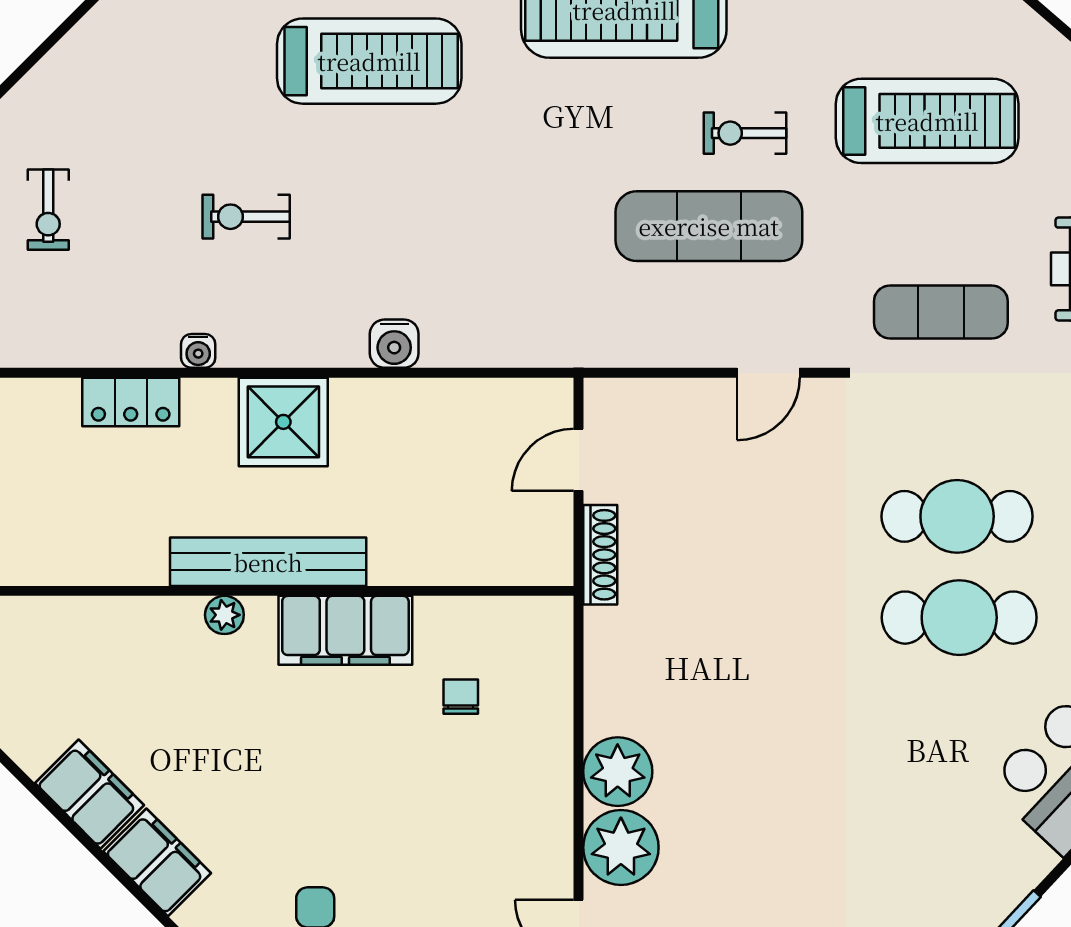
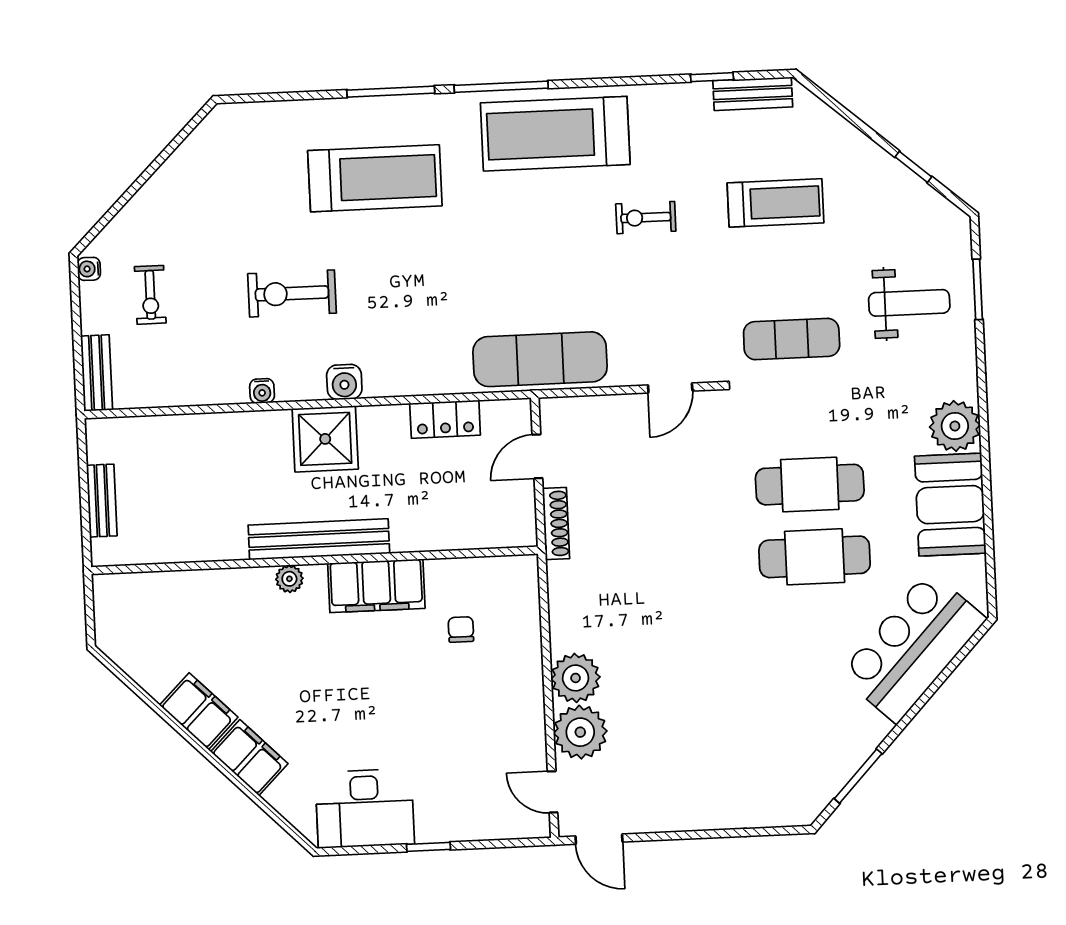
treadmill: (927, 121) -> (776, 203), width x0.73, depth x0.73
exercise bike: (246, 217) -> (292, 293), width x1.38, depth x1.39
exercise mat: (709, 226) -> (540, 359), moved
water cooler: (394, 344) -> (344, 382), moved
locker: (131, 402) -> (445, 419), moved

